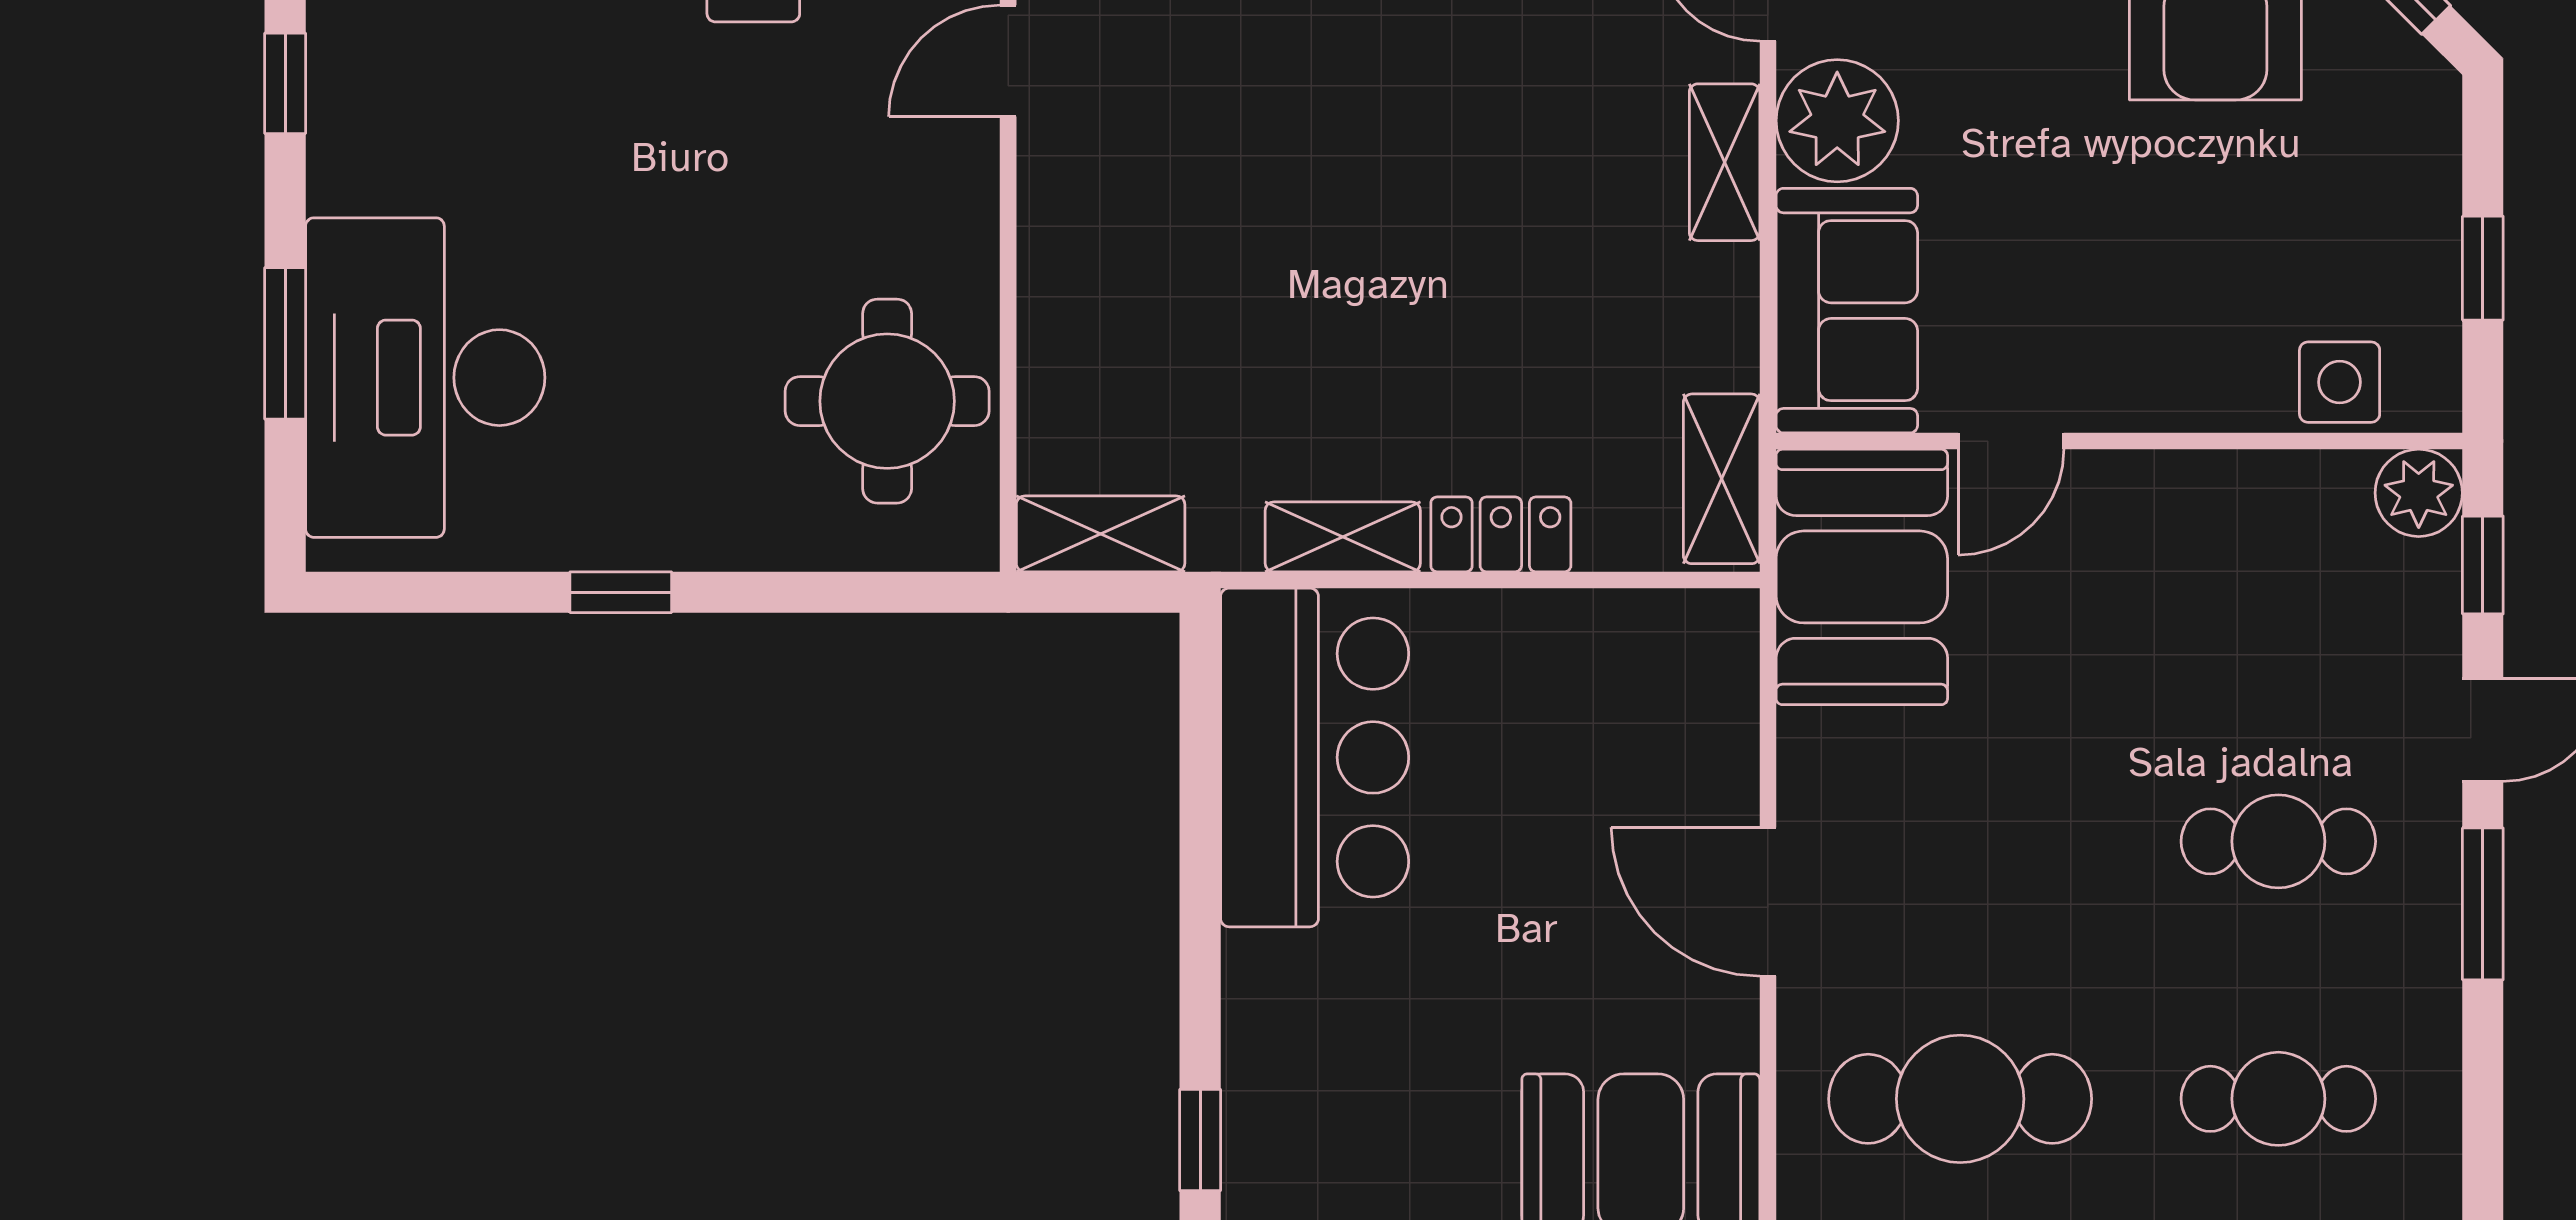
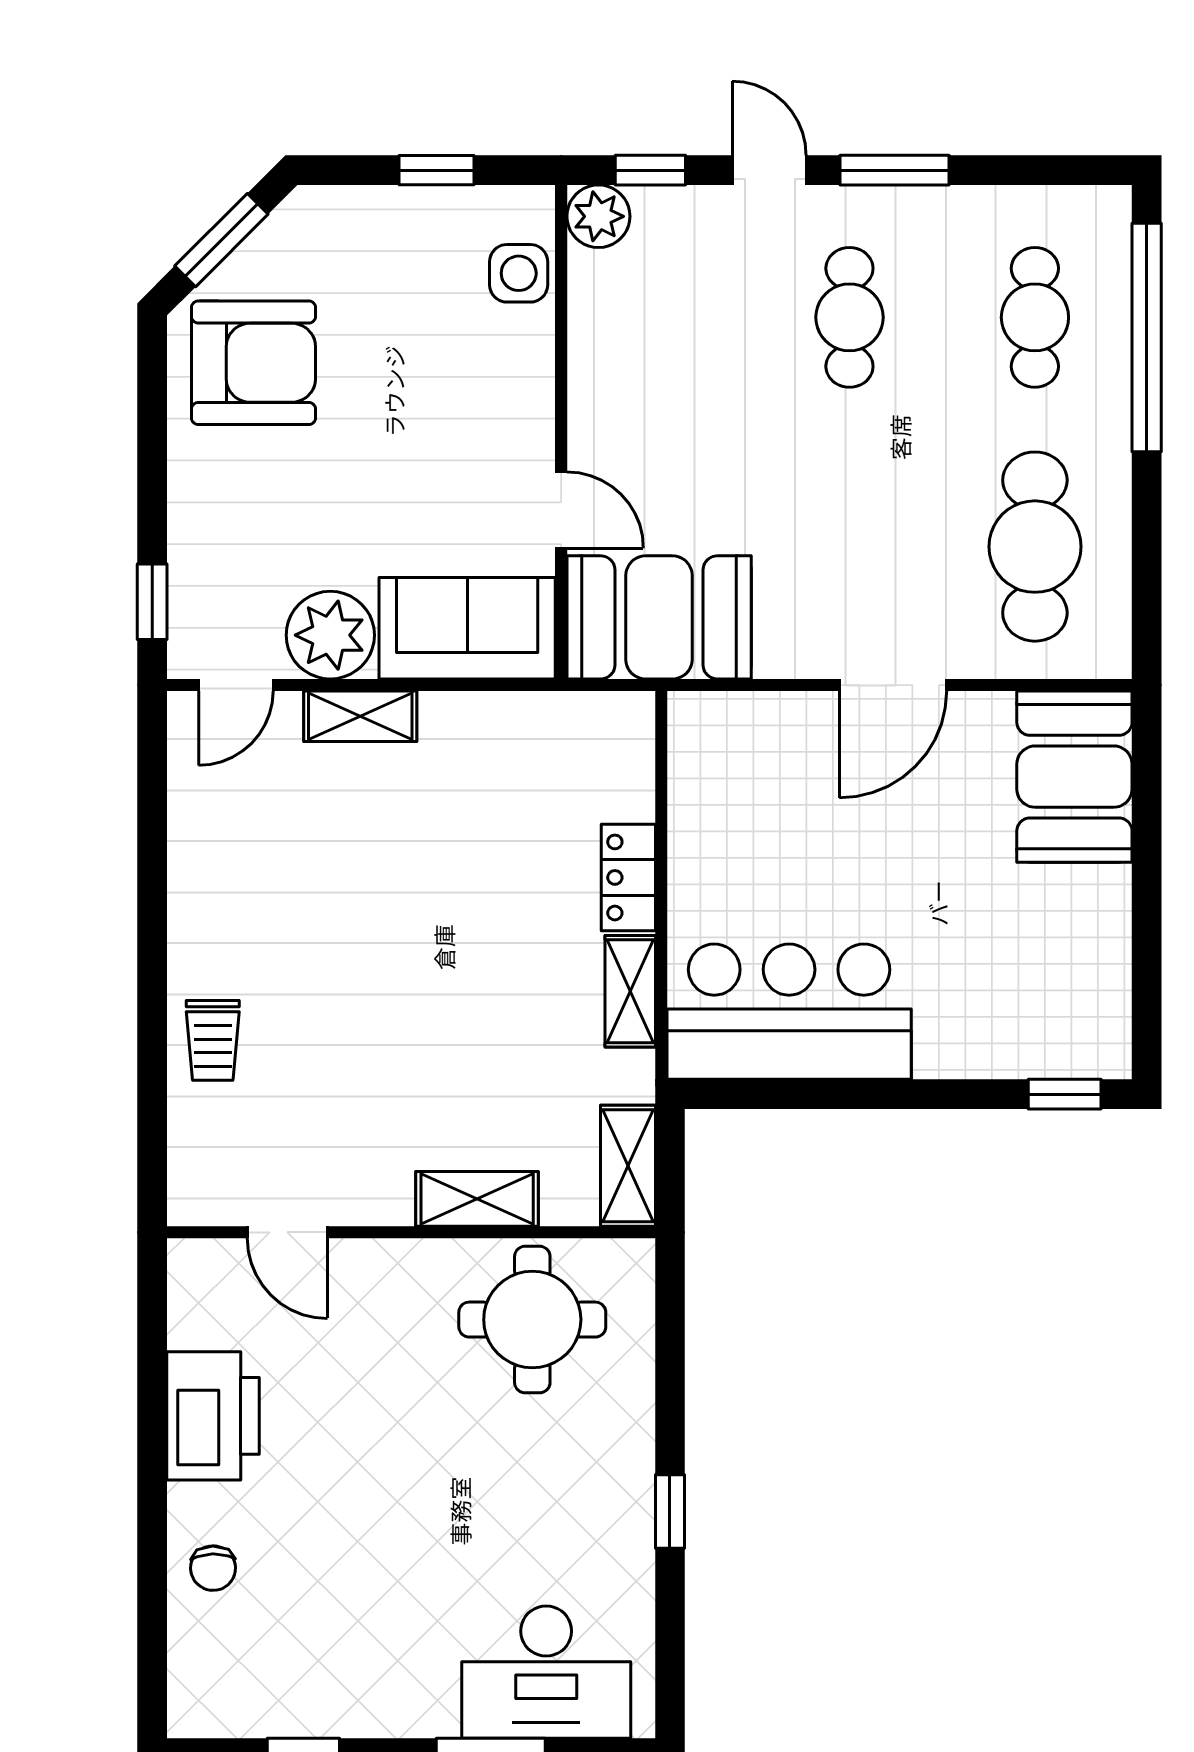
desk: (425, 378) -> (546, 1672), width x0.73, depth x0.77
shelving: (1722, 479) -> (477, 1199), moved

